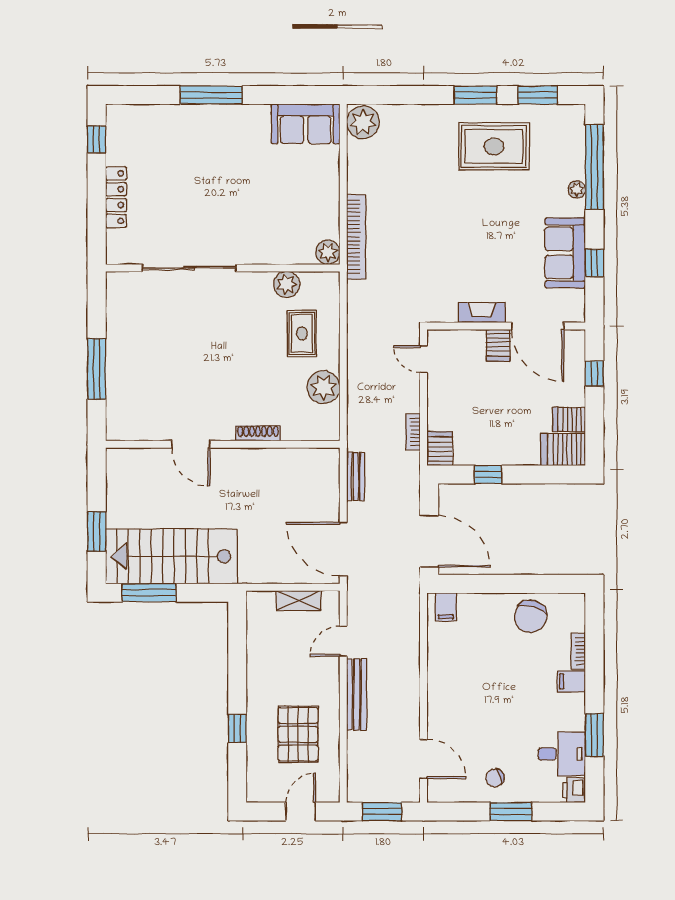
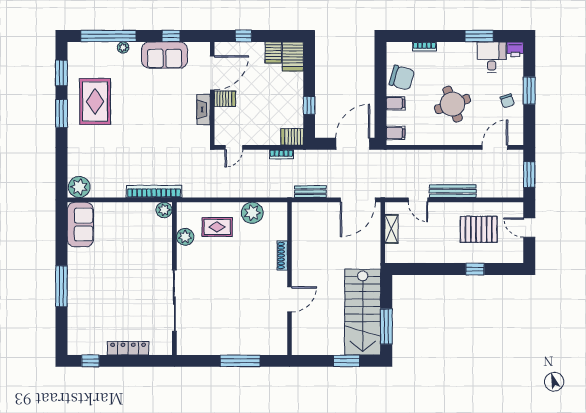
filing cabinet: (571, 681) -> (396, 103), moved, turned -90
round table: (490, 694) -> (453, 104), added

